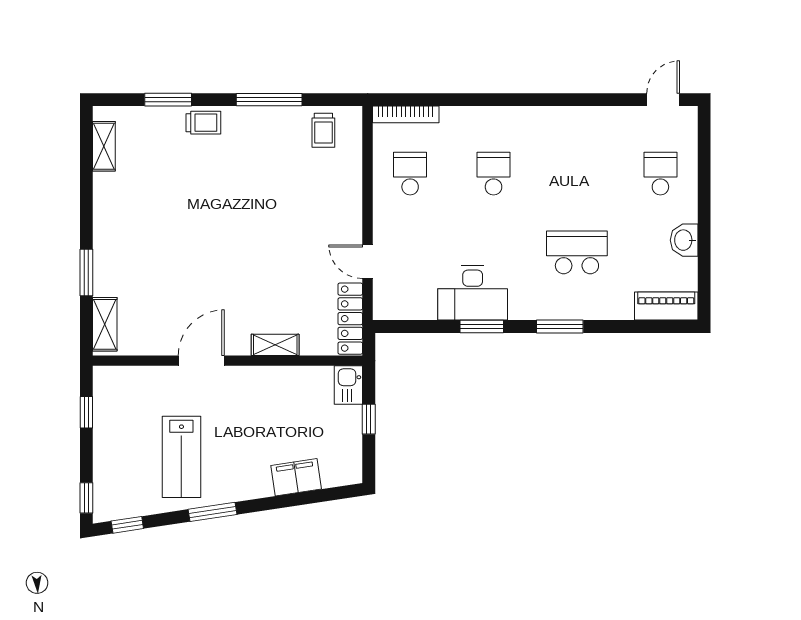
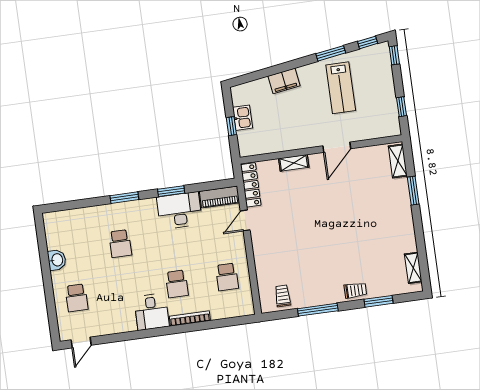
bookcase: (406, 114) -> (190, 318), moved
trolley: (203, 123) -> (355, 290), turned 180
desk: (541, 134) -> (152, 312), added
school desk: (577, 252) -> (120, 244), width x0.54
door: (368, 262) -> (245, 220), swing flipped
piano: (666, 306) -> (219, 197), moved
kitchen sink: (348, 385) -> (243, 118), moved
lab bench: (181, 457) -> (341, 88), turned 180
filing cabinet: (296, 477) -> (284, 81), moved
window: (213, 512) -> (331, 53), moved

